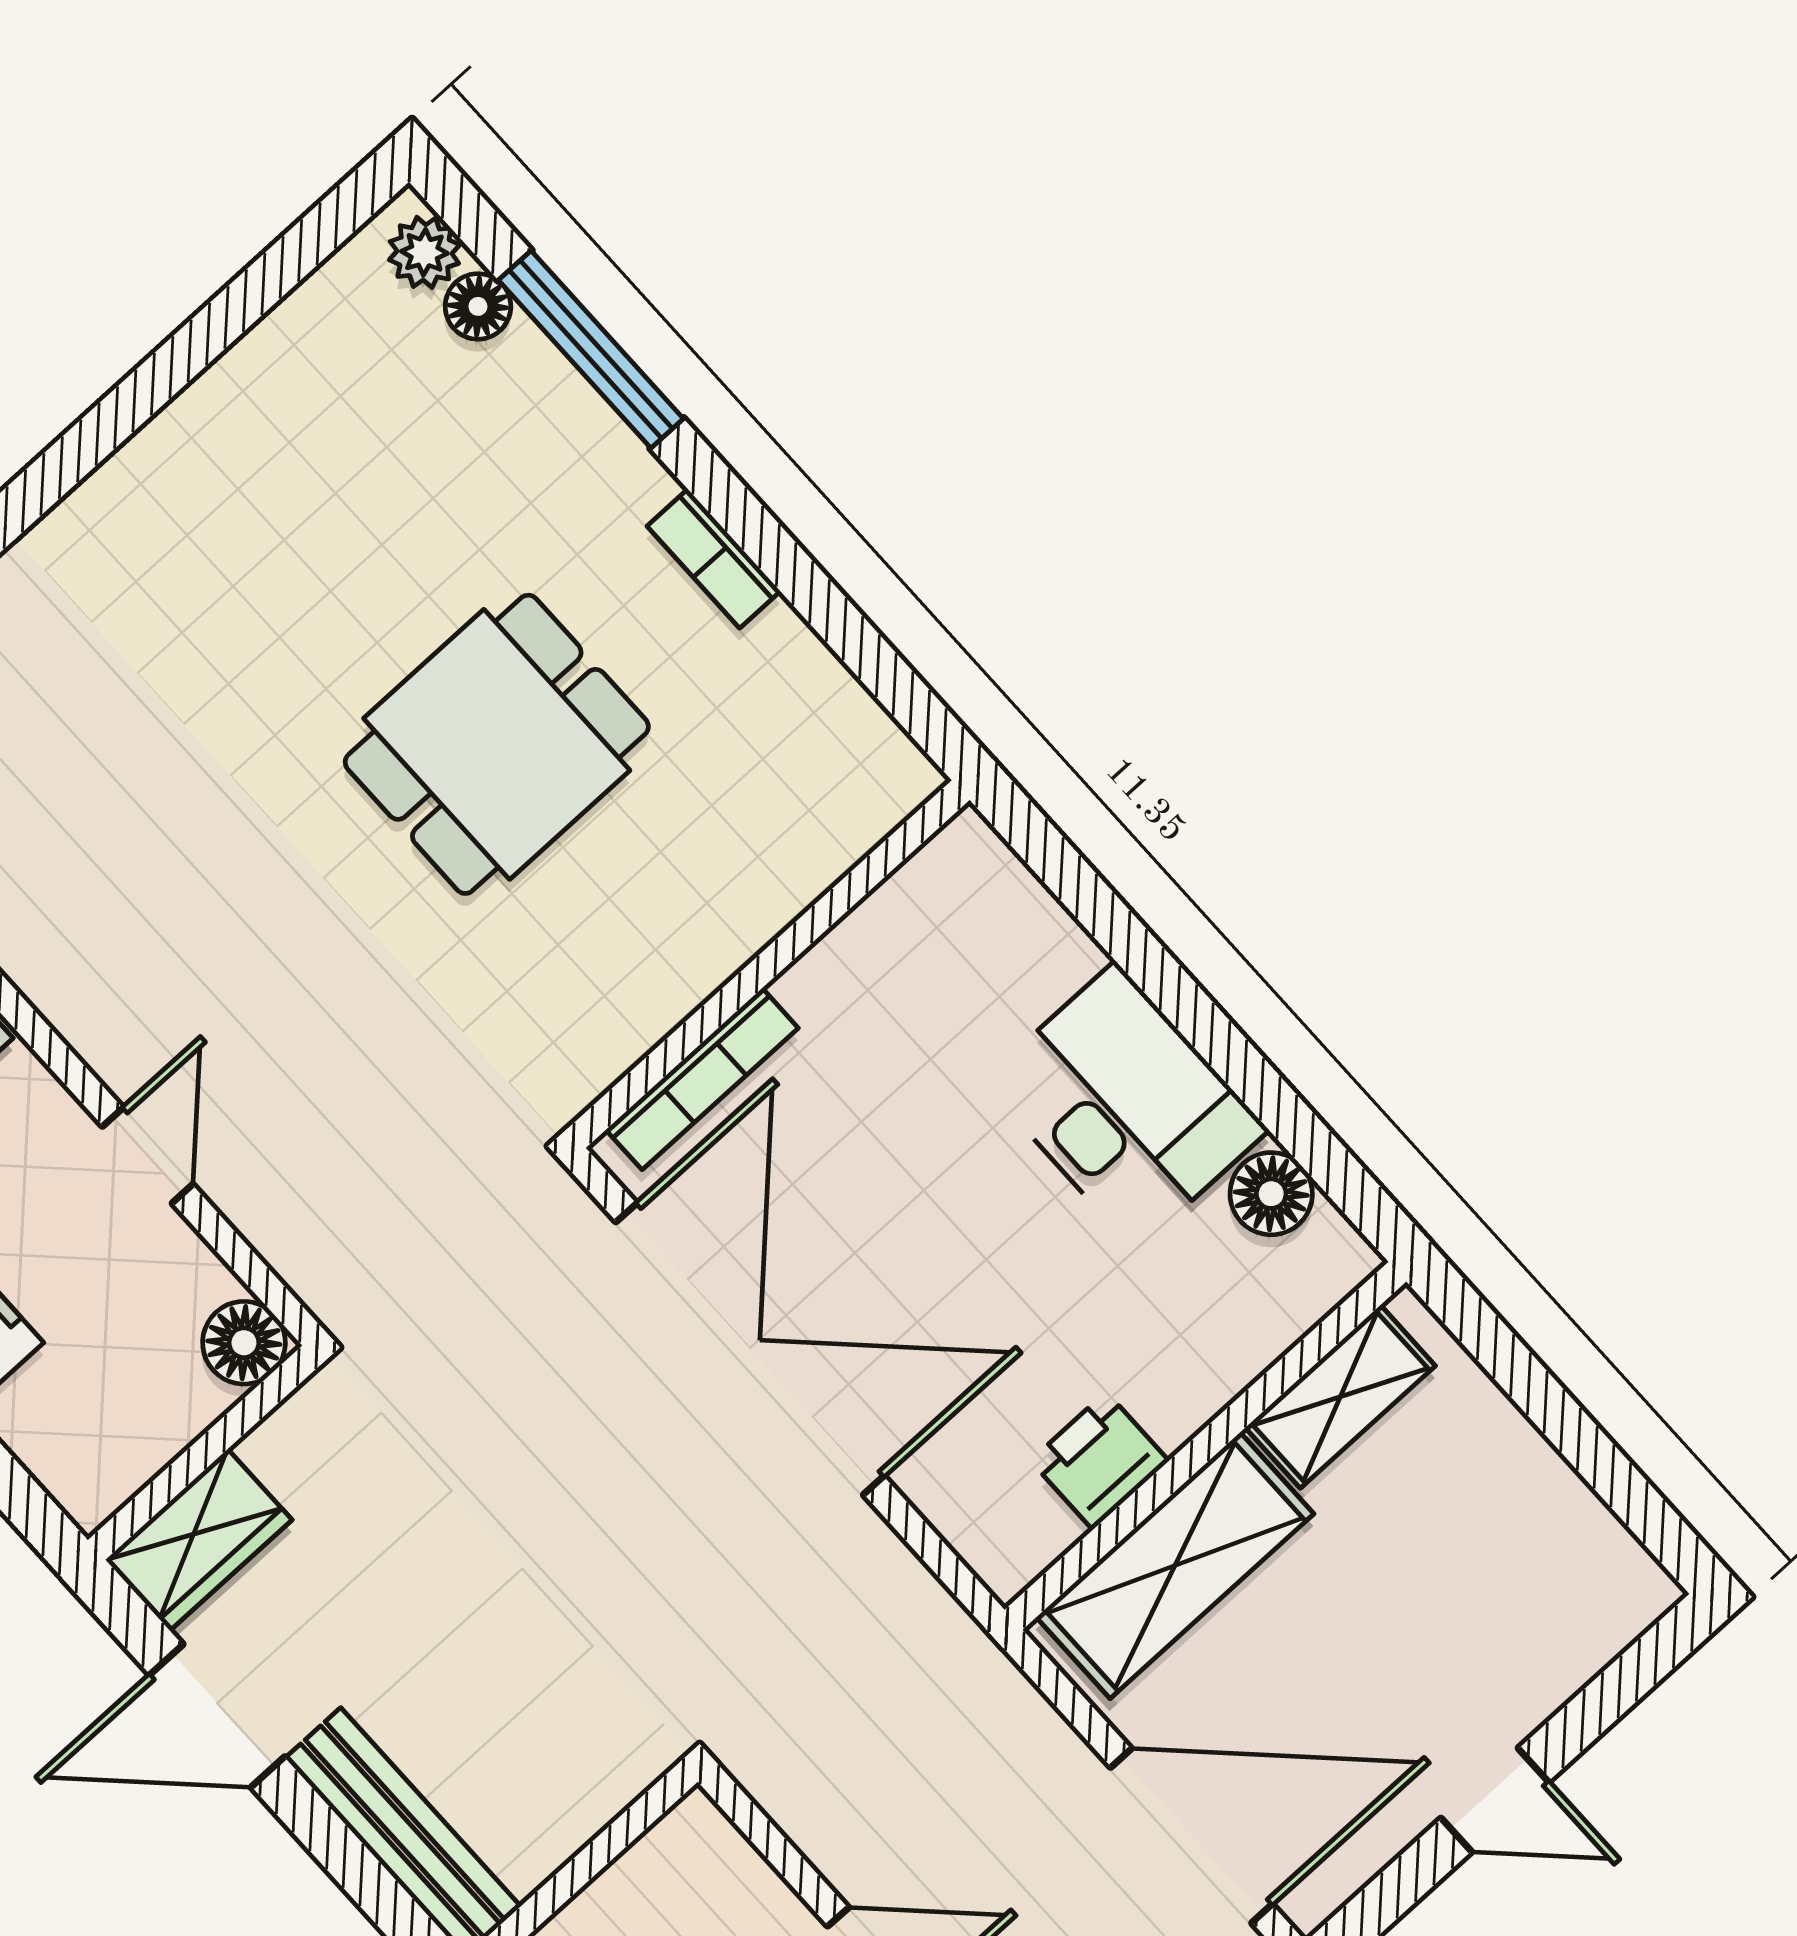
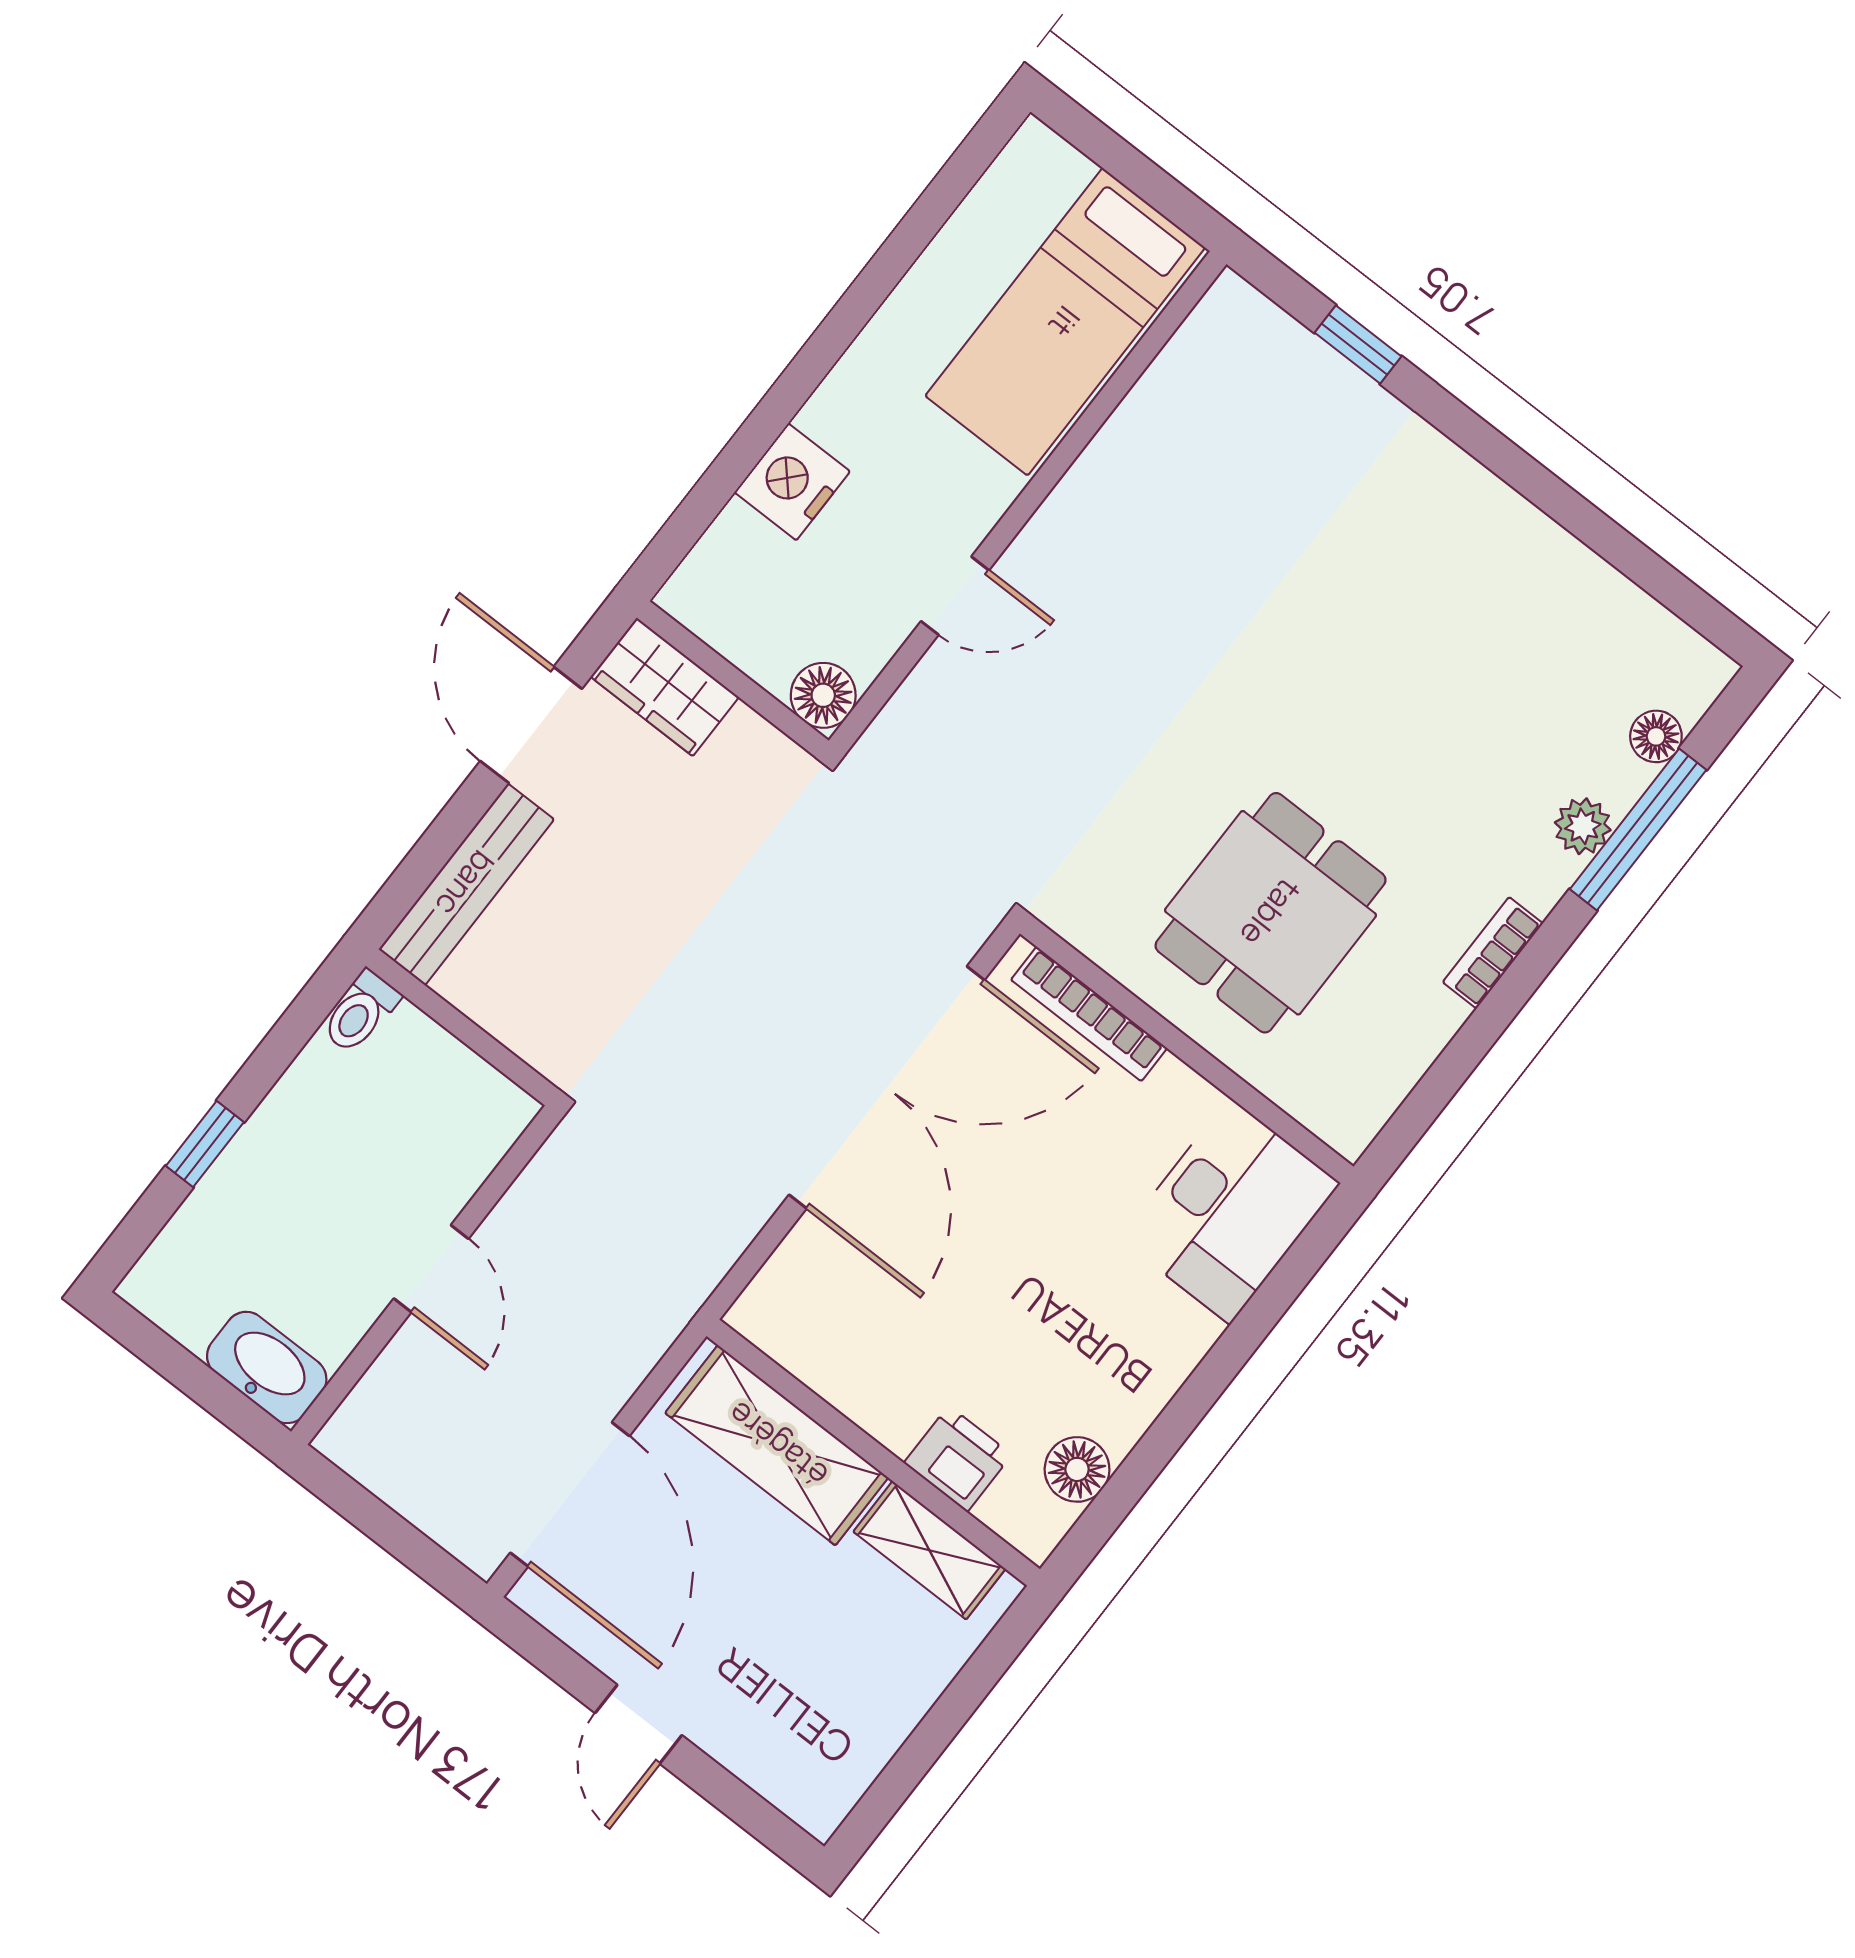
plant: (424, 252) -> (1583, 826), moved
dining table: (497, 744) -> (1271, 913), moved, turned 90
desk: (1125, 1106) -> (1230, 1211), moved
printer: (1100, 1461) -> (958, 1459), moved

